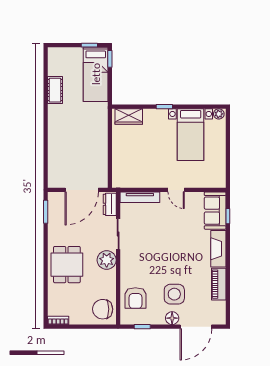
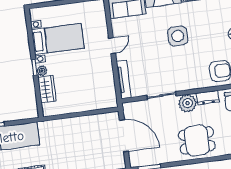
plant: (219, 114) -> (42, 71), moved
wardrobe: (129, 117) -> (47, 89), moved
dresser: (110, 204) -> (208, 98), moved
side table: (174, 294) -> (178, 36), moved

